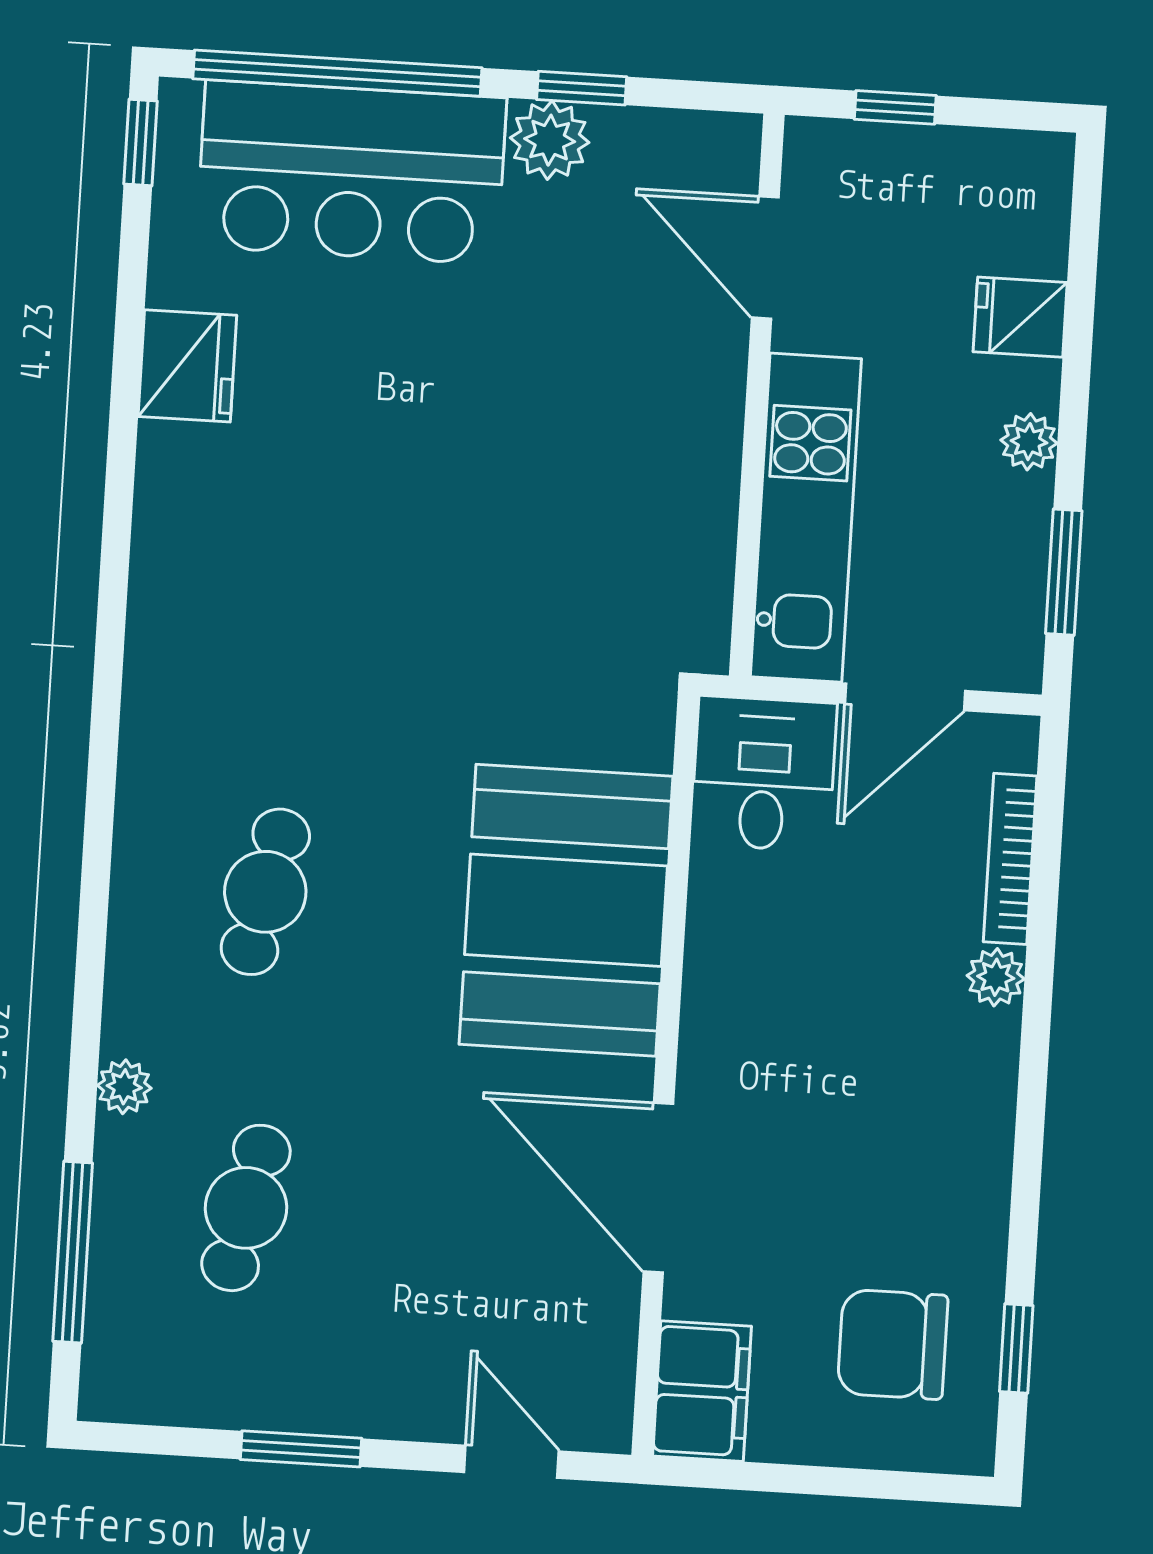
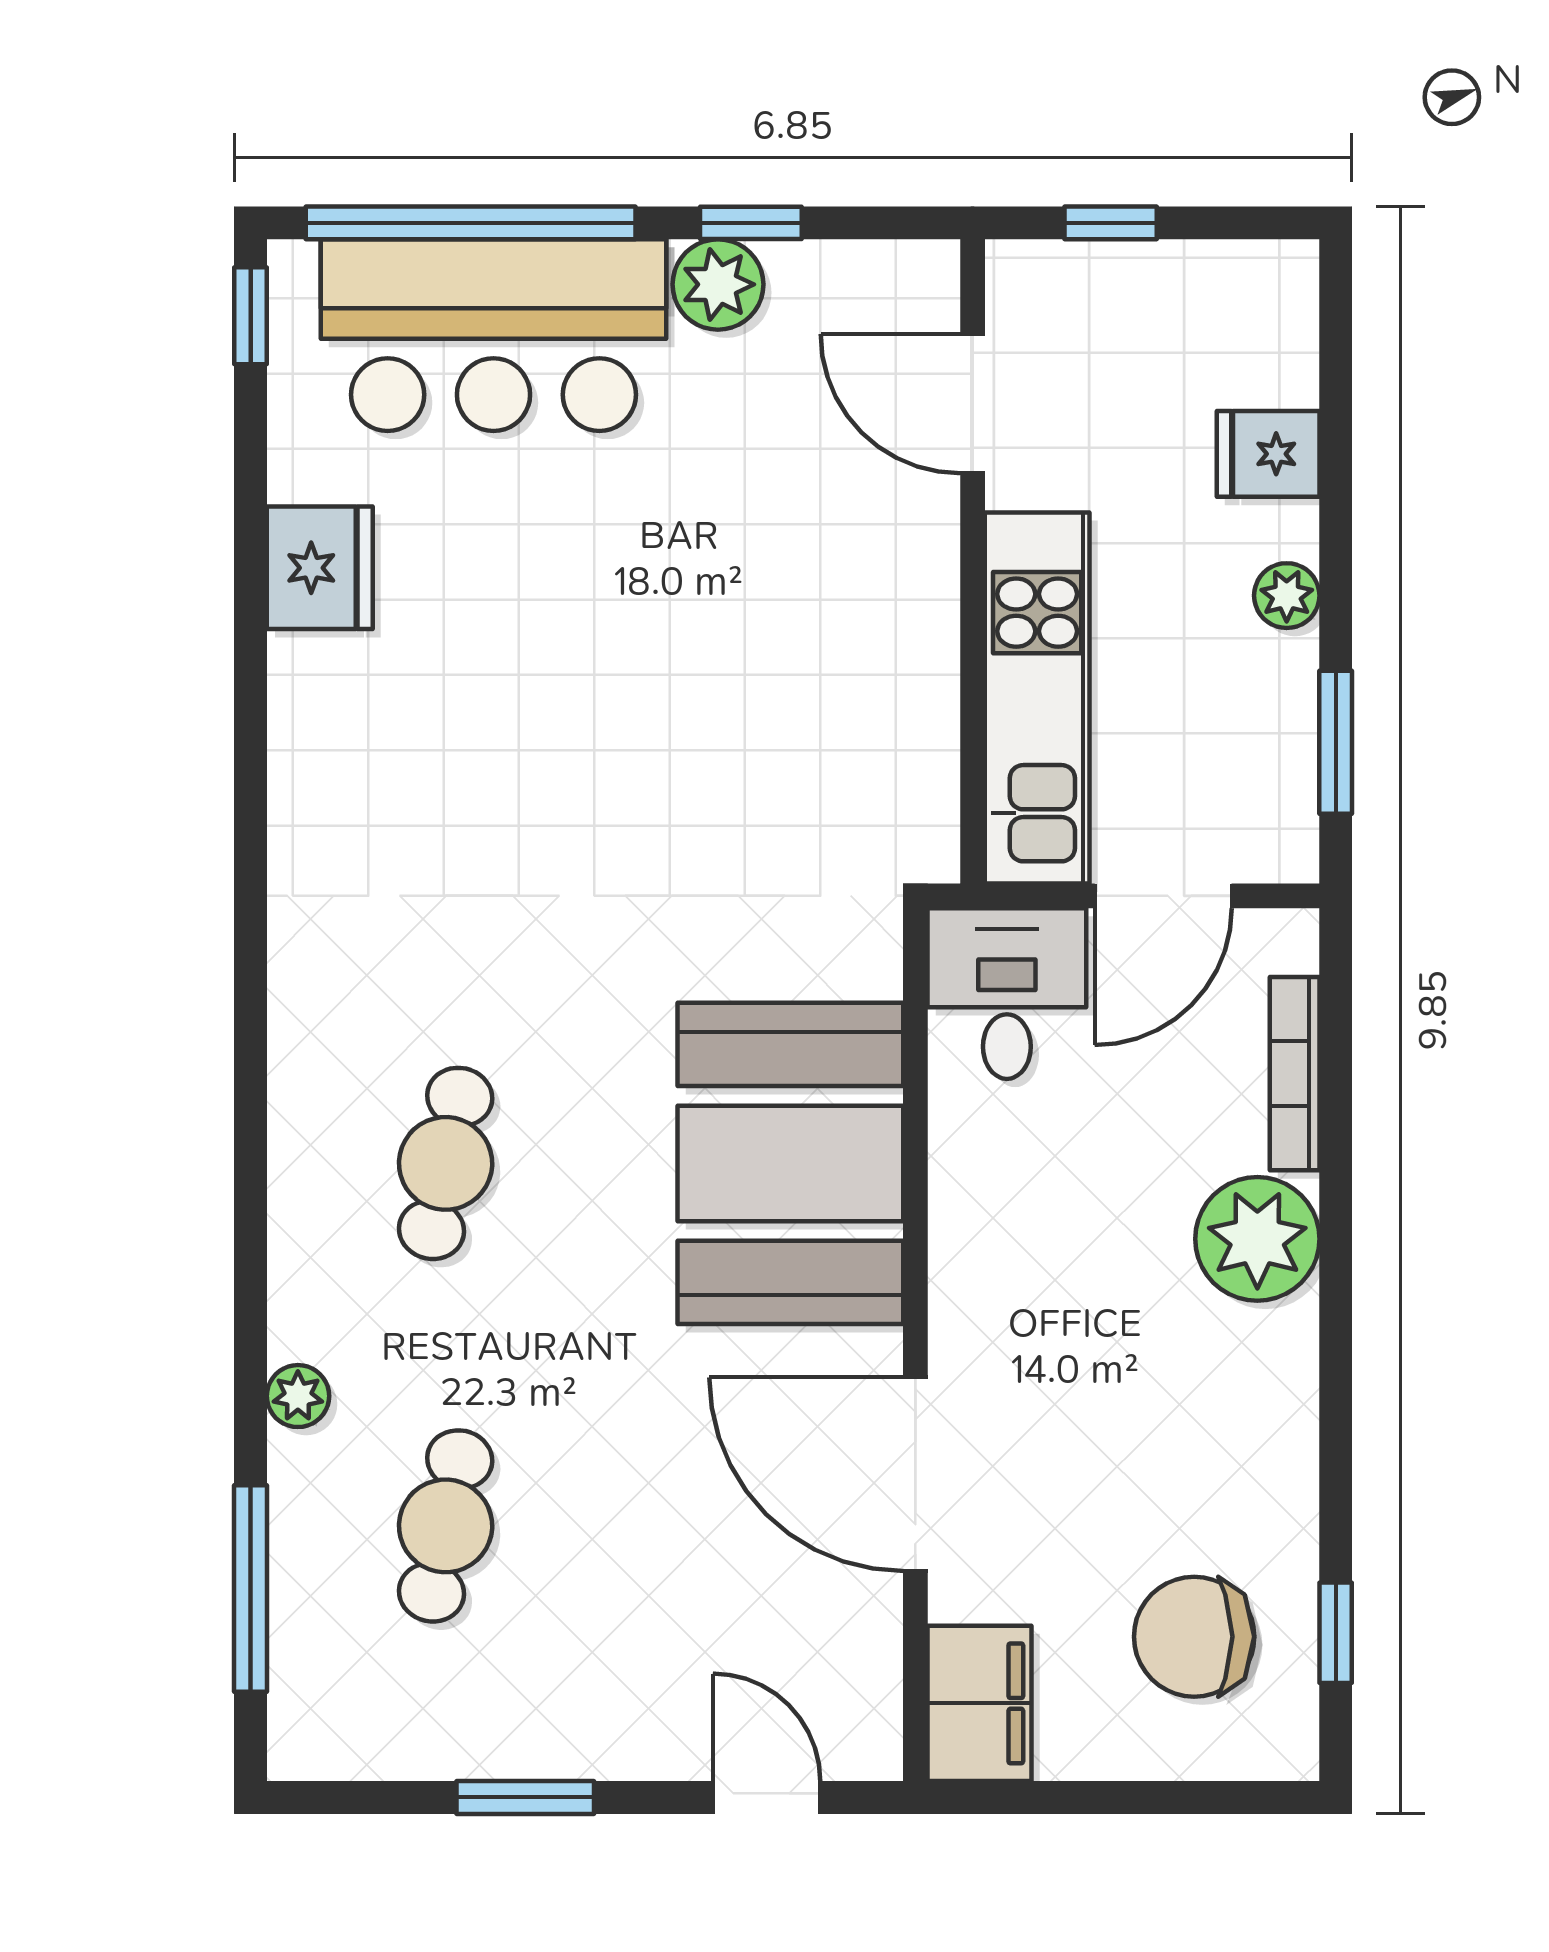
plant: (996, 977) -> (1257, 1239), width x1.88, depth x1.88

